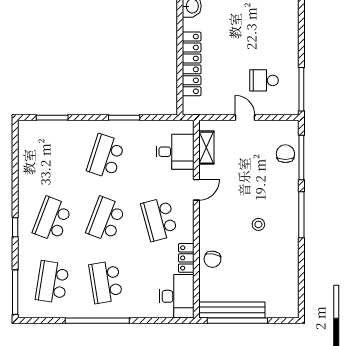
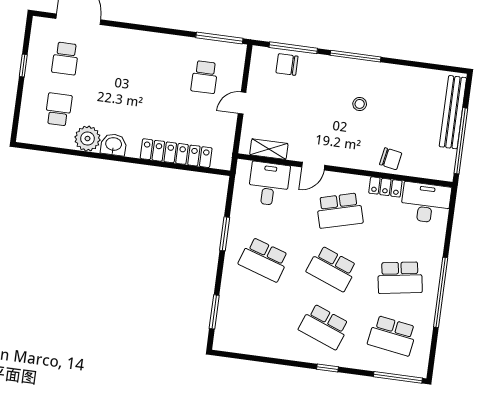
door: (196, 190) -> (313, 166), swing flipped
bench: (232, 310) -> (453, 112), moved

